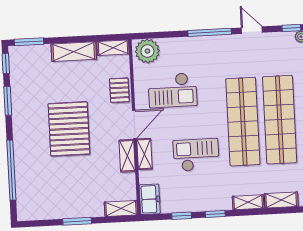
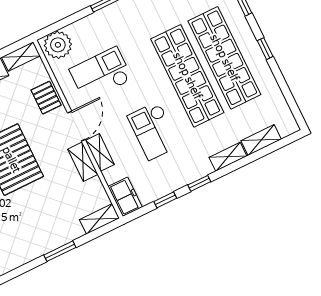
checkout: (173, 90) -> (101, 74), turned 180
checkout: (196, 155) -> (154, 131), turned -90

